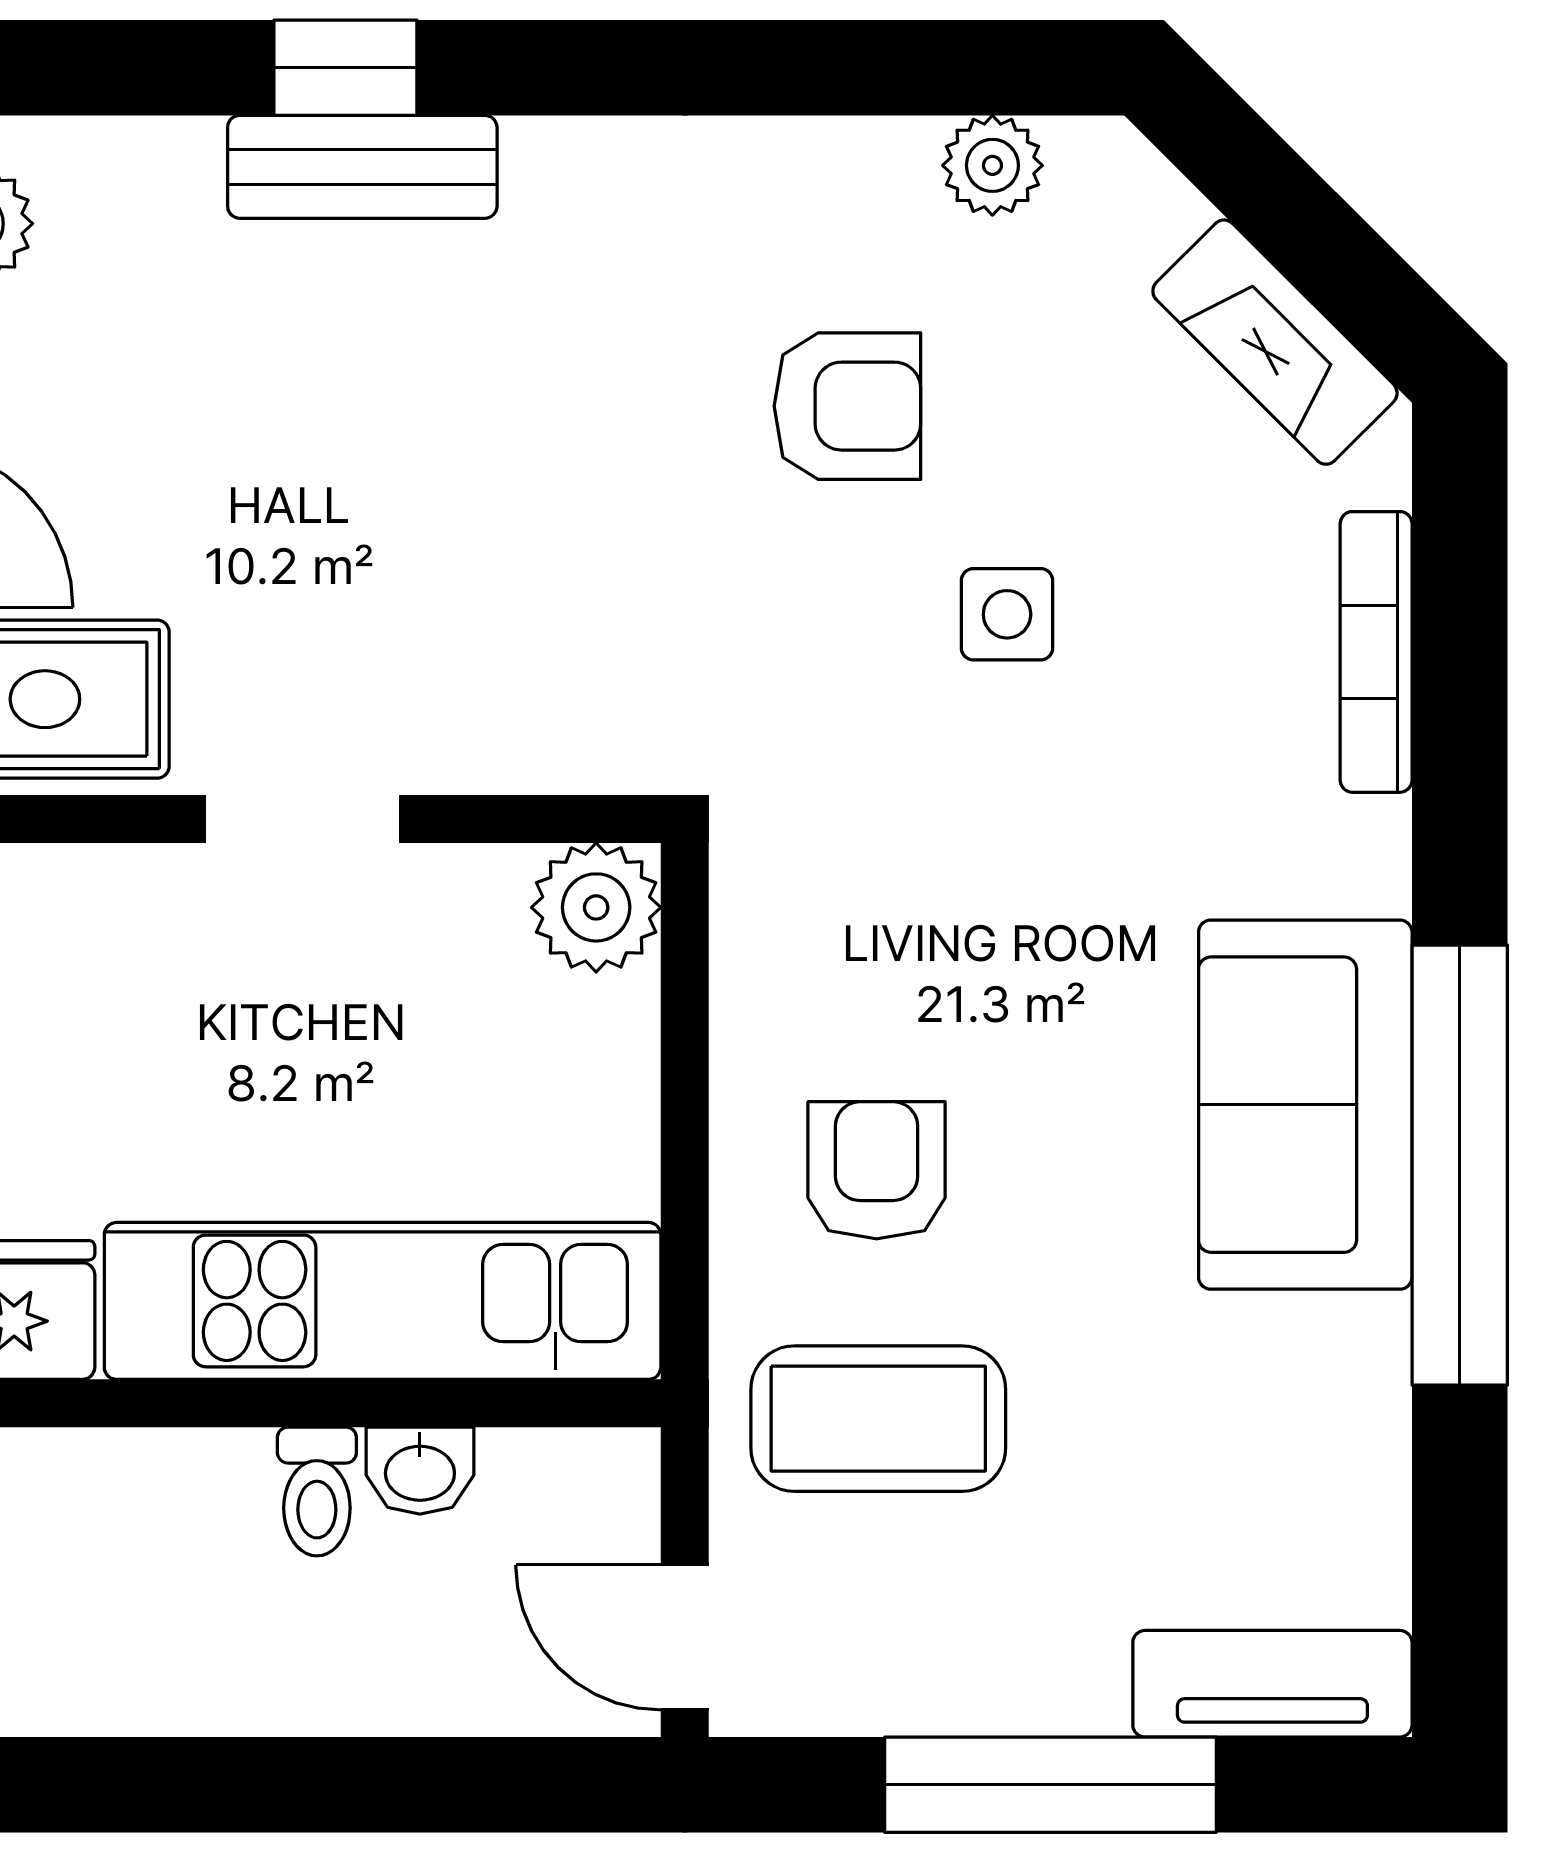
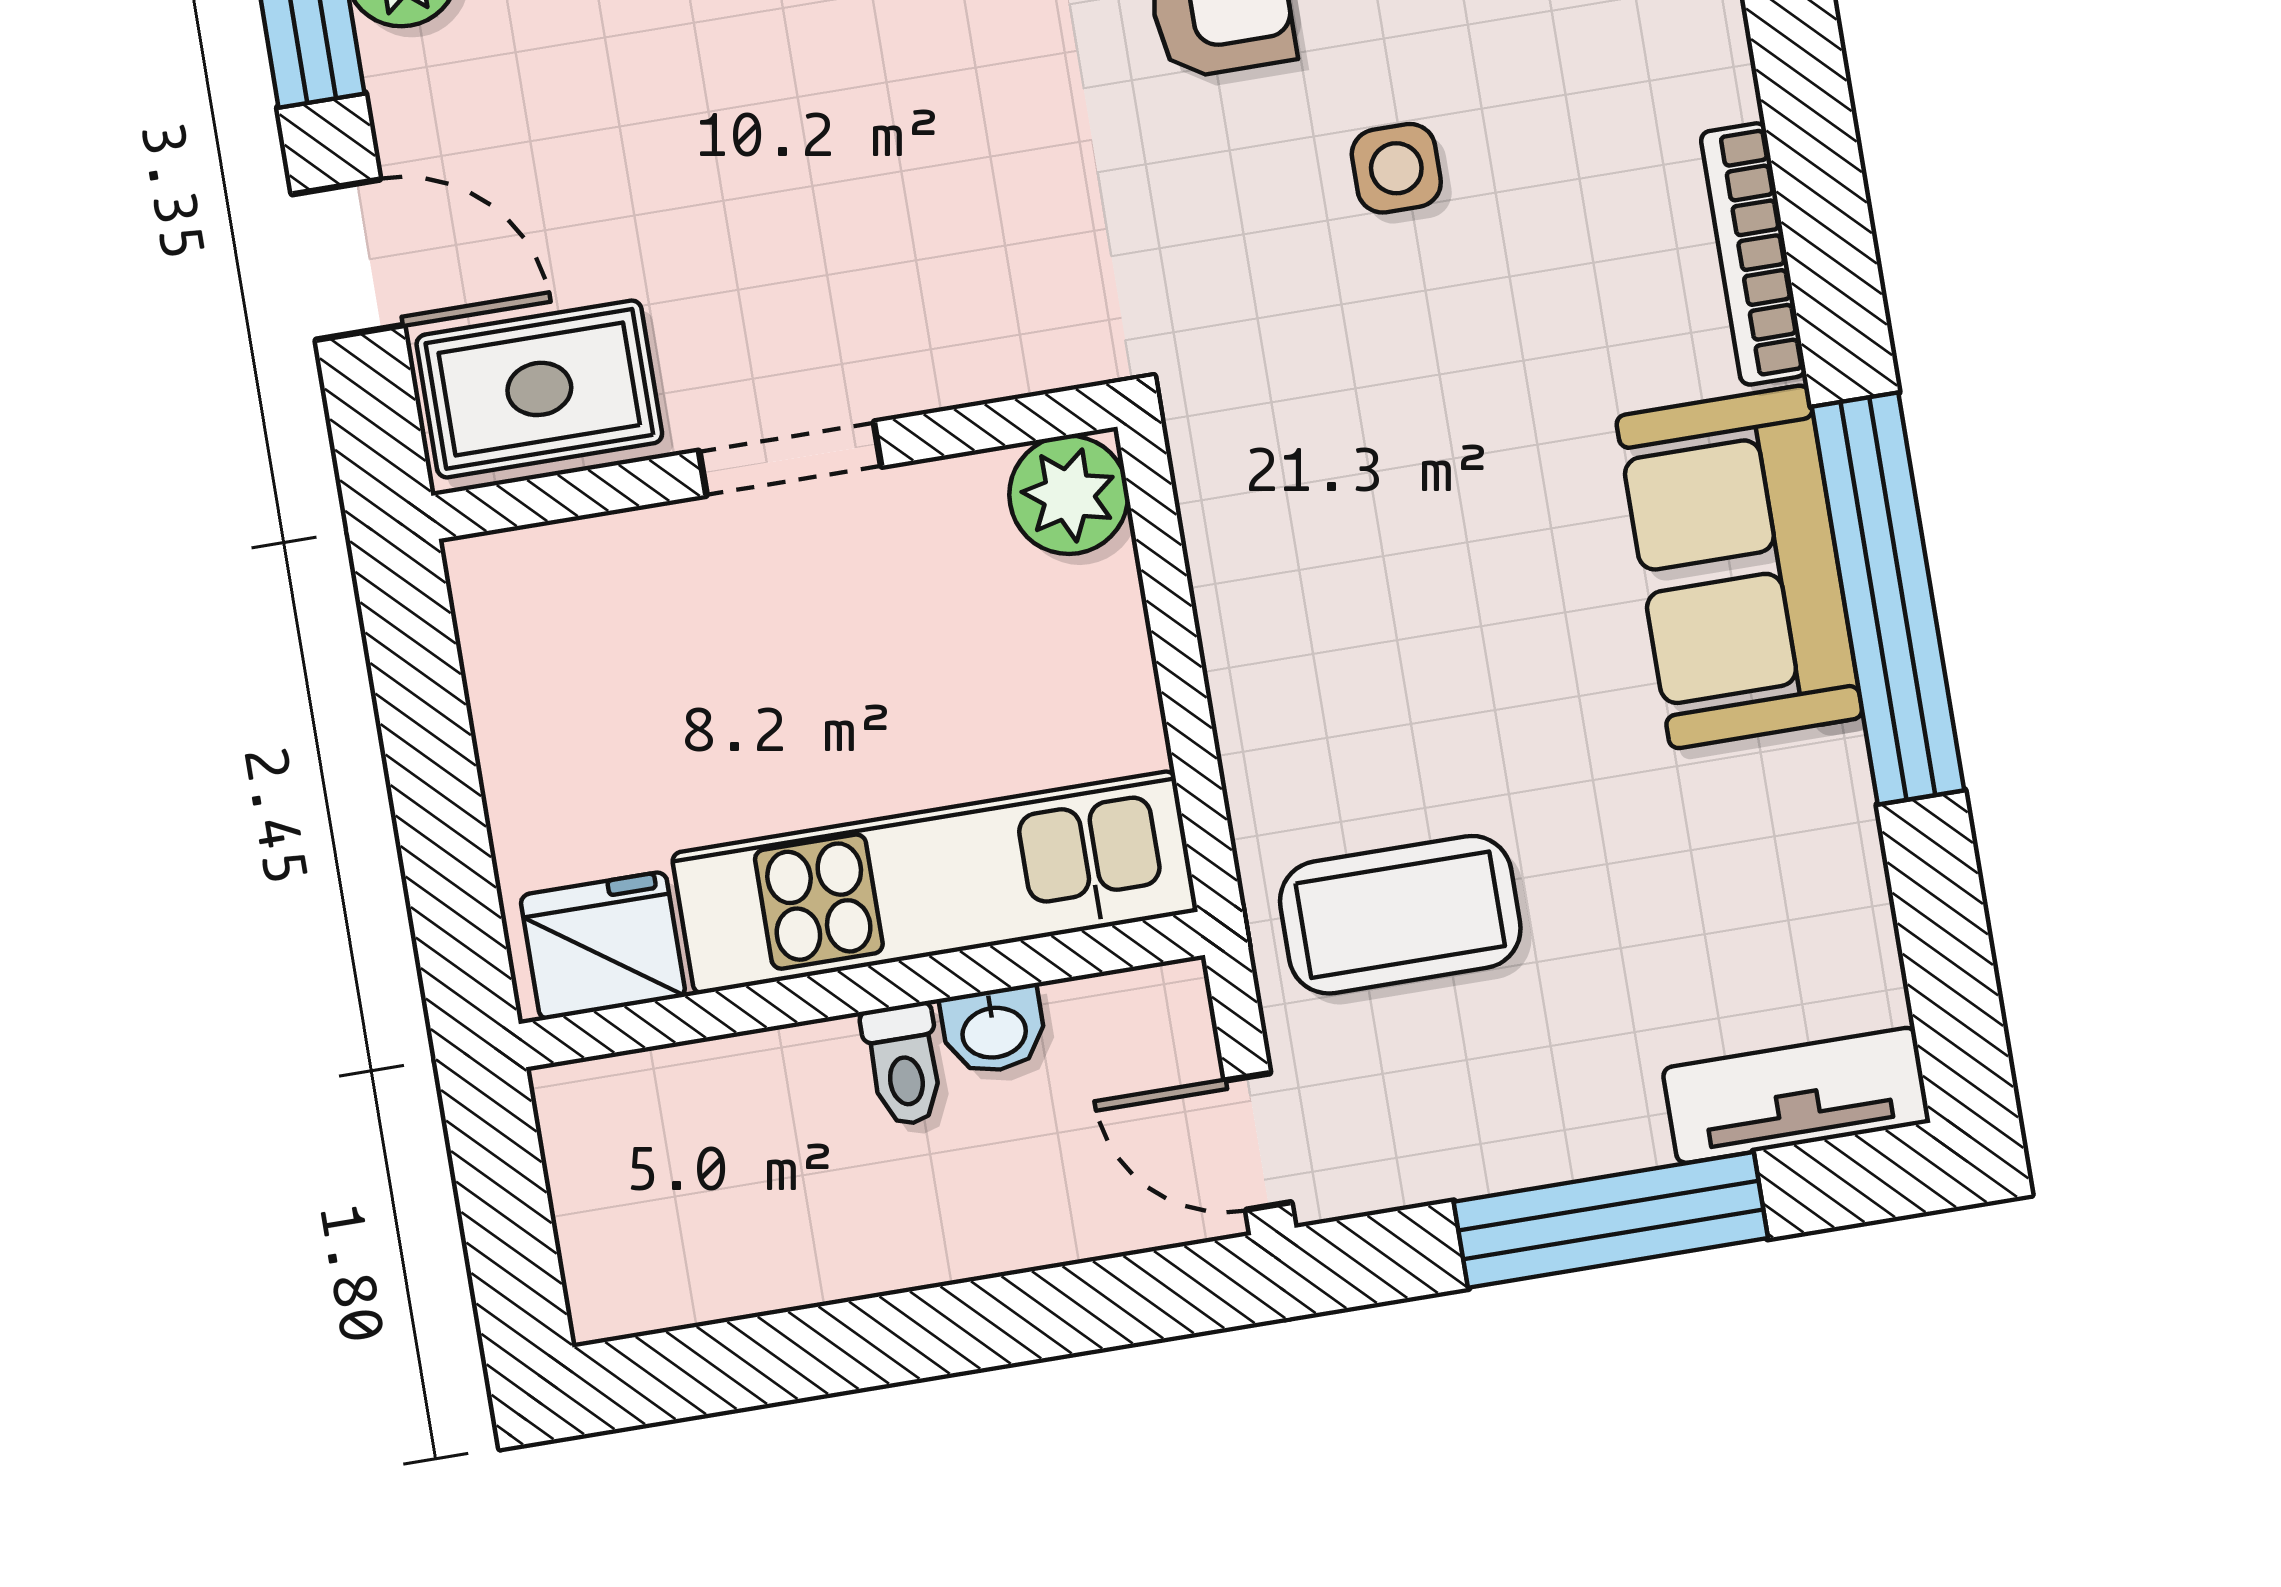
bookcase: (1376, 652) -> (1753, 254), moved
armchair: (877, 1170) -> (1362, 690), removed

